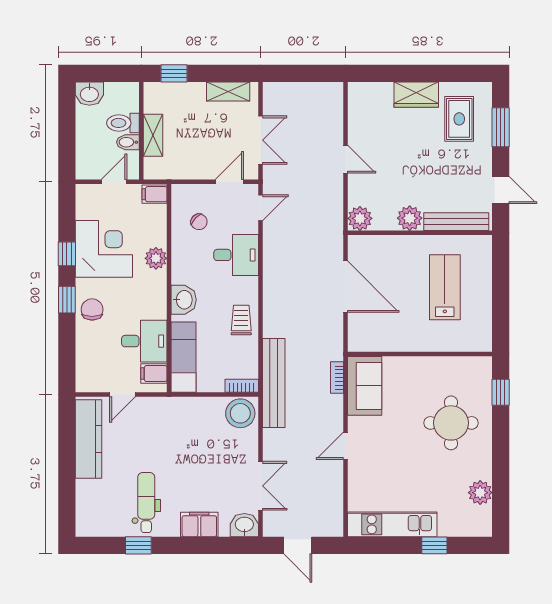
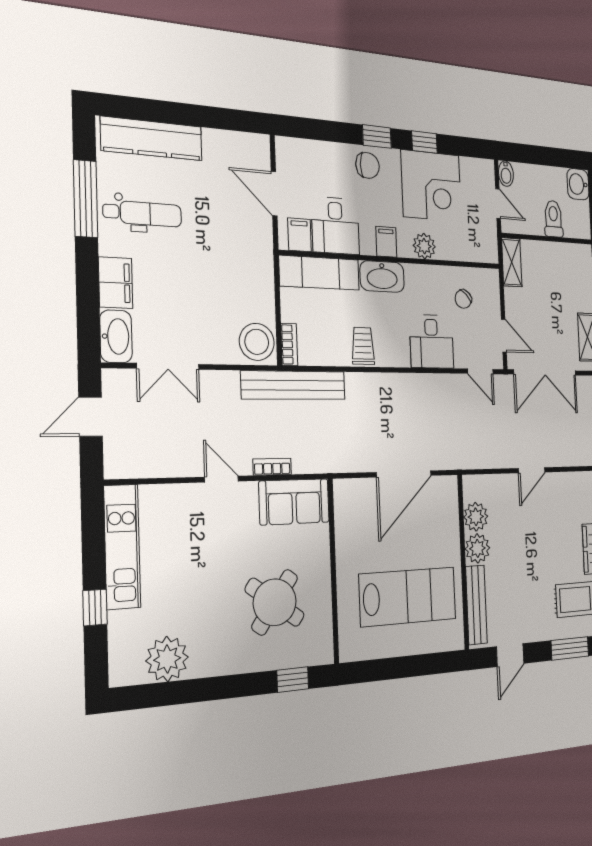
shelving: (153, 135) -> (512, 262), moved, turned 90
double door: (260, 140) -> (545, 372), width x1.37
bidet: (128, 142) -> (506, 174), moved, turned 180
filing cabinet: (155, 194) -> (386, 242), moved
plant: (360, 218) -> (476, 517), moved
lab bench: (445, 287) -> (408, 597), width x1.36, depth x1.39
washbasin: (184, 300) -> (382, 276), width x1.38
trolley: (241, 320) -> (363, 346), turned -90
bookcase: (337, 378) -> (272, 467), moved
door: (123, 394) -> (274, 194), width x1.38
round table: (451, 423) -> (275, 602), moved, turned 36
kitchen counter: (89, 439) -> (152, 139), moved
plant: (480, 493) -> (167, 659), width x1.36, depth x1.36
washbasin: (244, 525) -> (116, 336), width x1.38
window: (138, 545) -> (86, 199), width x2.17

